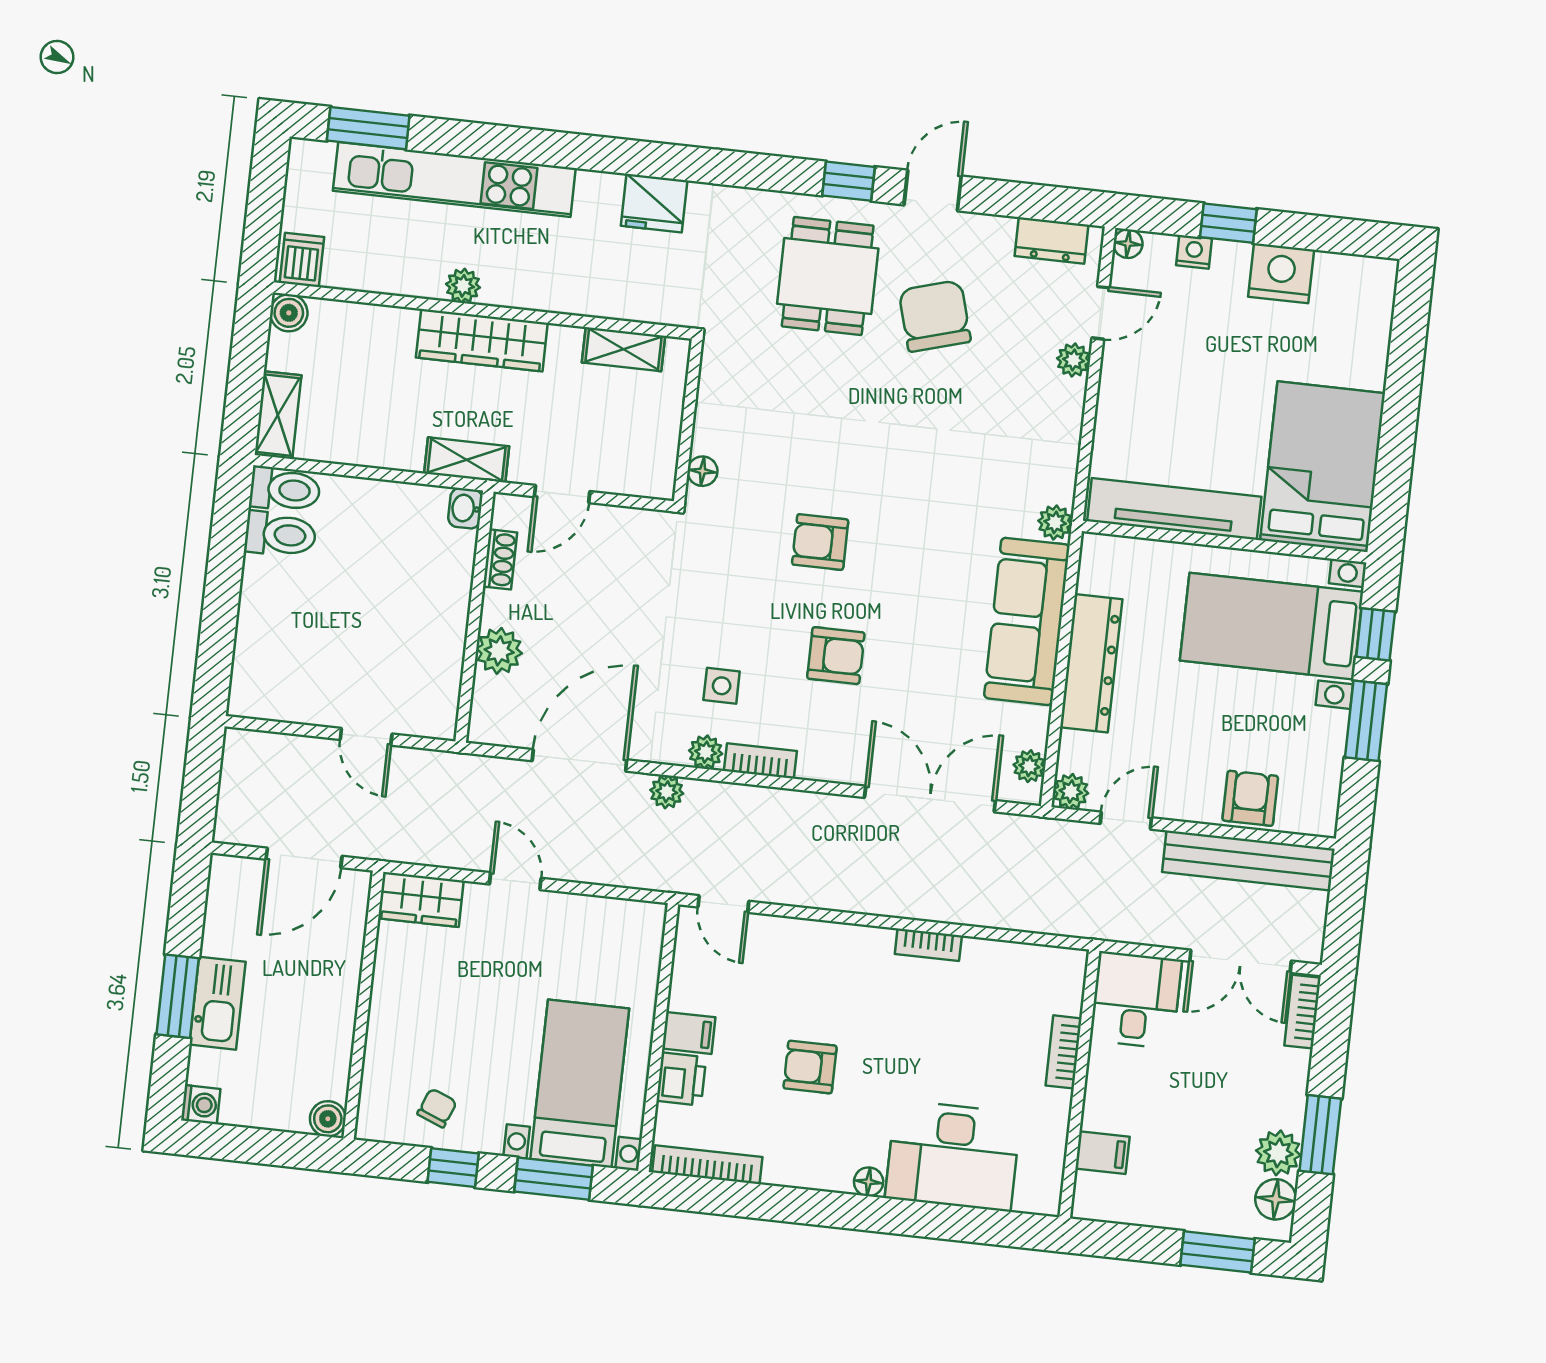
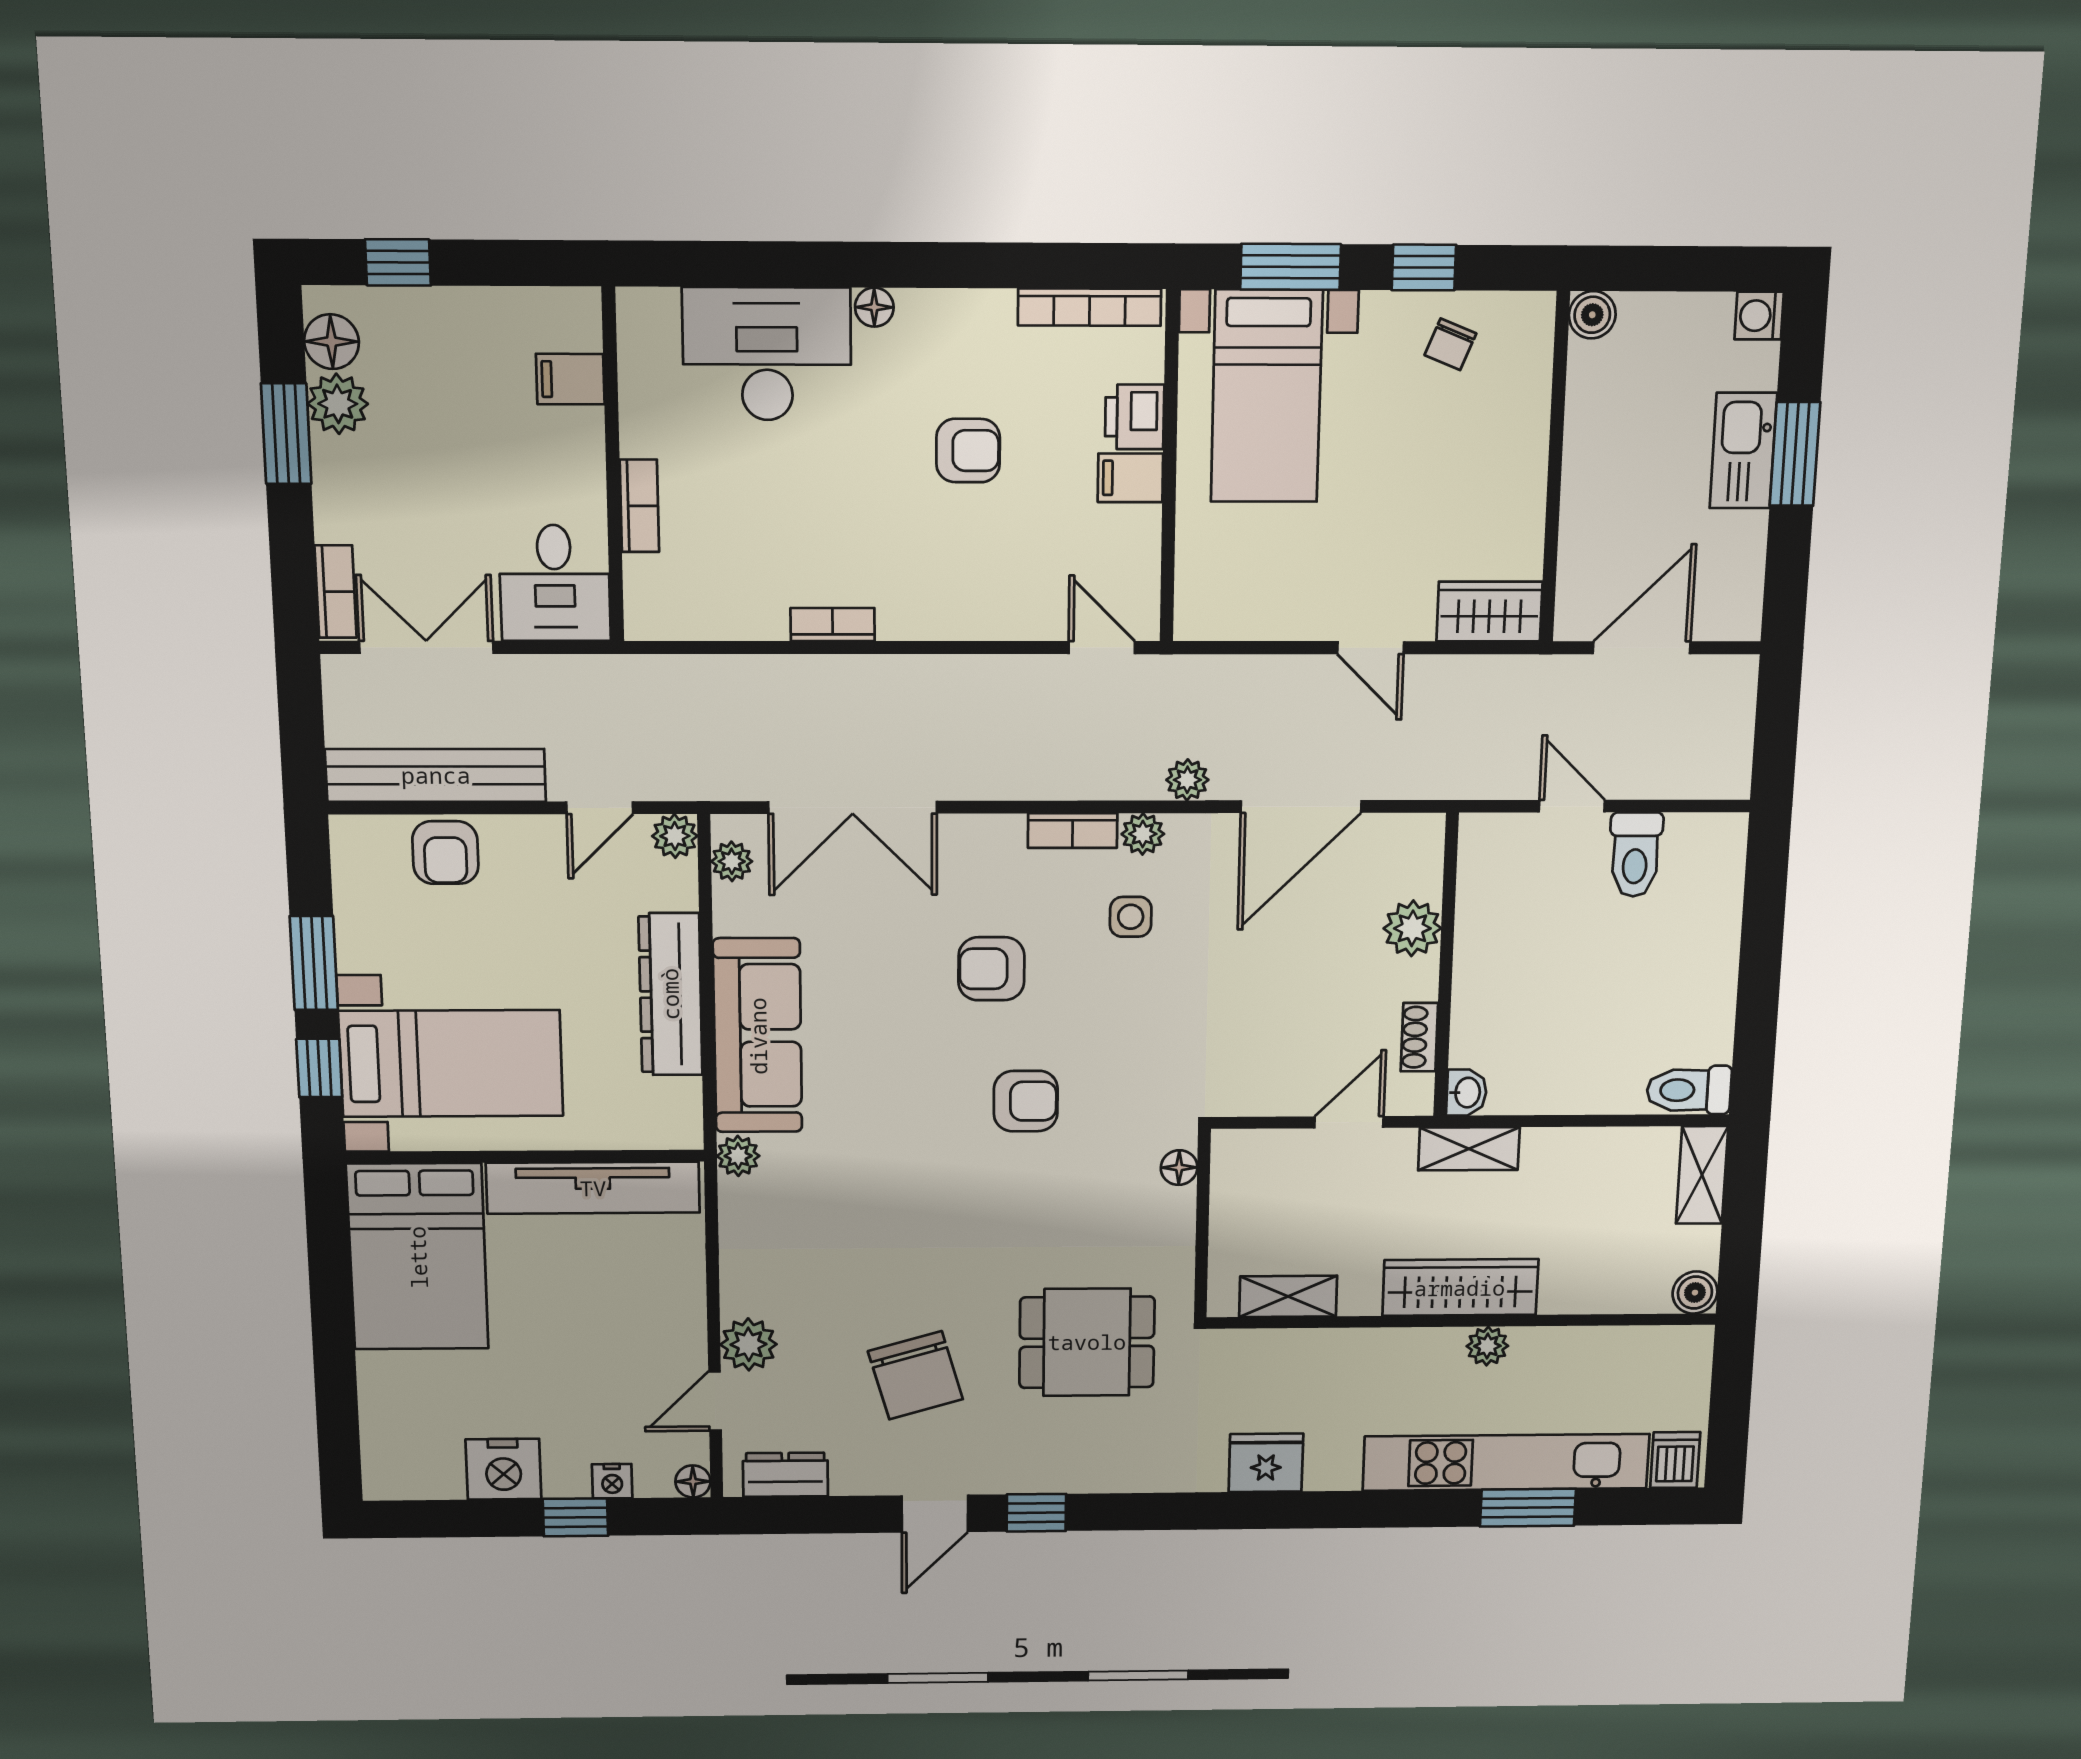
window: (368, 128) -> (1528, 1508), moved
dishwasher: (302, 260) -> (1675, 1460), moved, turned 180
dining table: (828, 276) -> (1087, 1342), moved, turned 90
plant: (1073, 360) -> (748, 1344), width x1.38, depth x1.38
toilet: (280, 534) -> (1635, 855), moved, turned -90
window: (1218, 1252) -> (398, 262), width x0.67

